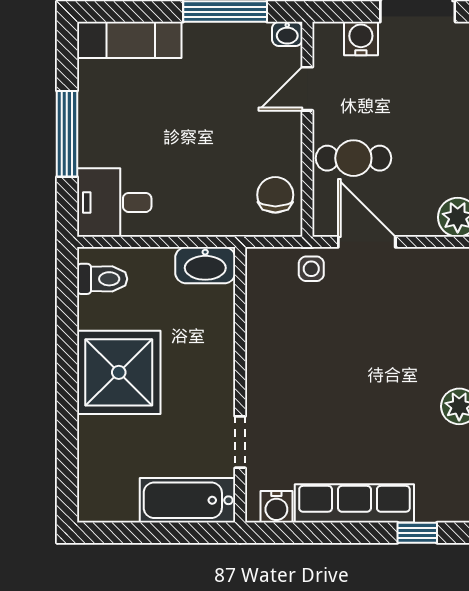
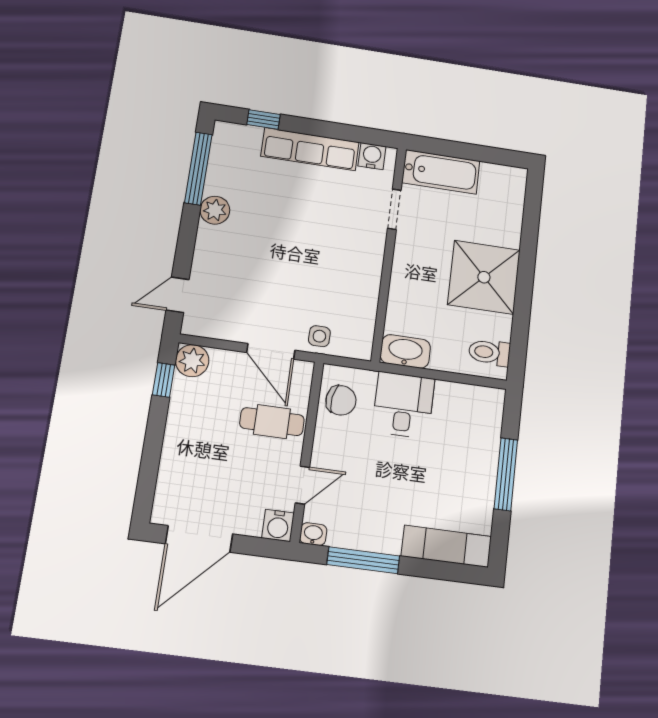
water cooler: (361, 39) -> (278, 525), moved
chair: (275, 195) -> (341, 400), turned -82
desk: (114, 202) -> (403, 405), moved, turned -90

